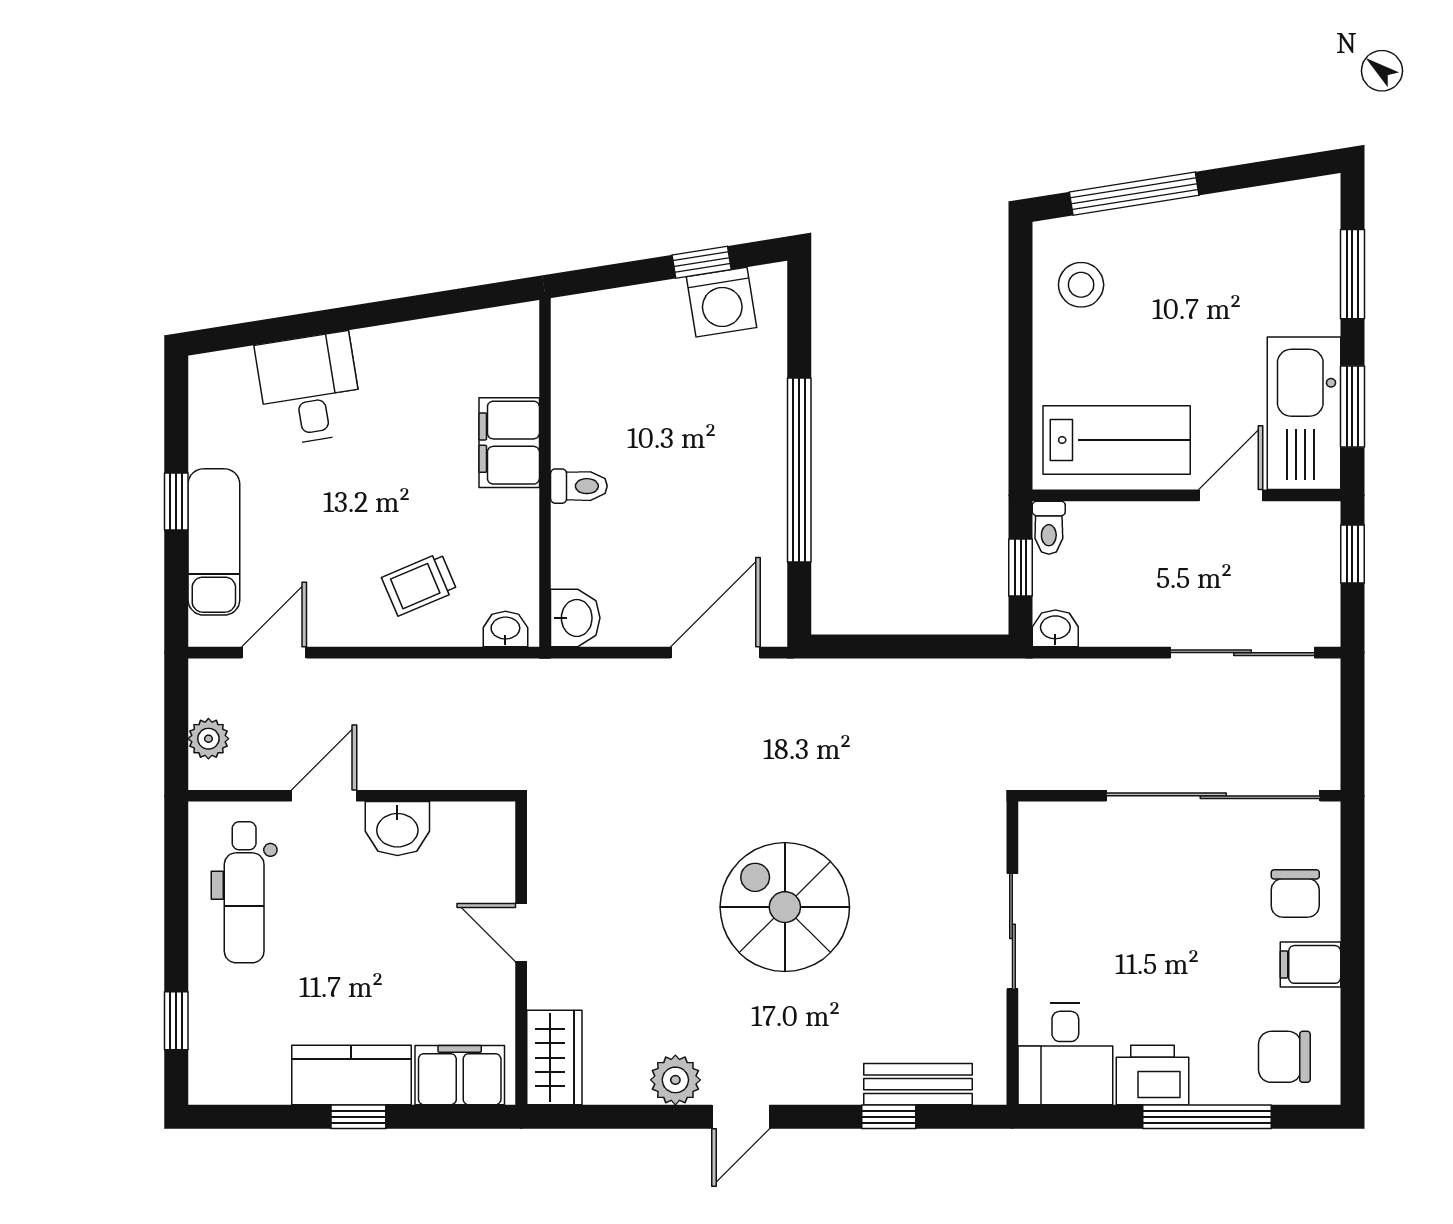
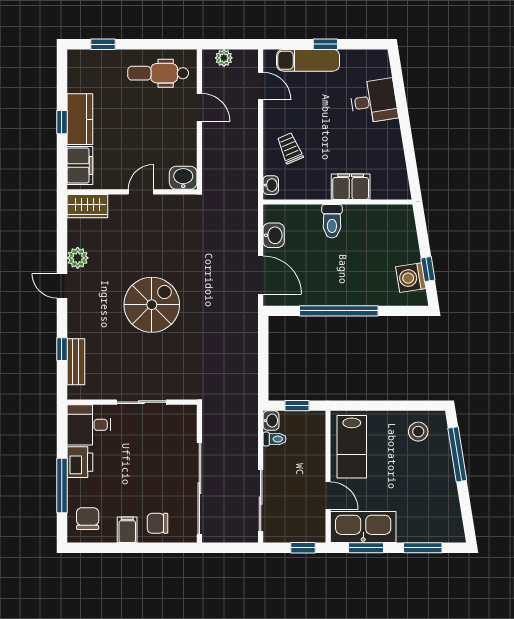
toilet: (579, 486) -> (332, 221), width x1.37, depth x1.39
toilet: (1049, 528) -> (275, 439), moved, turned 180
washbasin: (575, 618) -> (274, 235), moved, turned -90
washbasin: (397, 829) -> (183, 178), moved, turned 90

